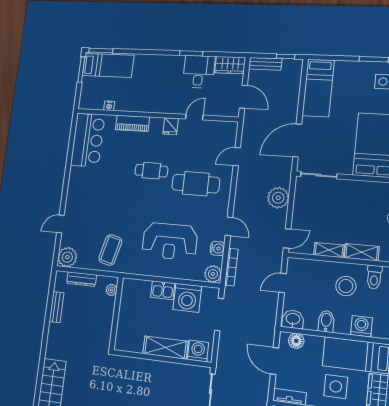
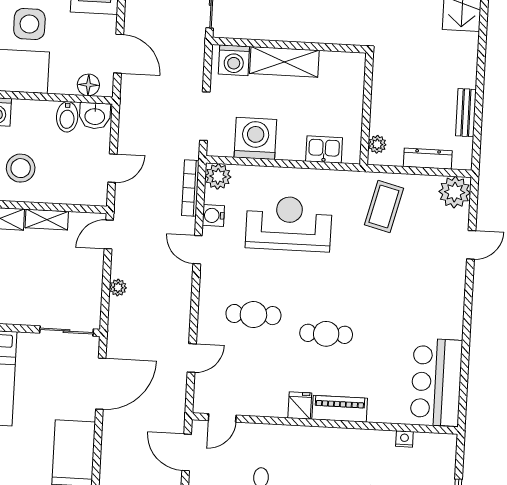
door: (194, 117) -> (222, 418), moved
piano: (132, 123) -> (340, 409), moved
cafe table: (196, 184) -> (253, 315), width x0.73, depth x0.74
plant: (278, 198) -> (118, 287), width x0.53, depth x0.53
kitchen sink: (163, 290) -> (324, 149), moved
bidet: (326, 321) -> (67, 117), moved

